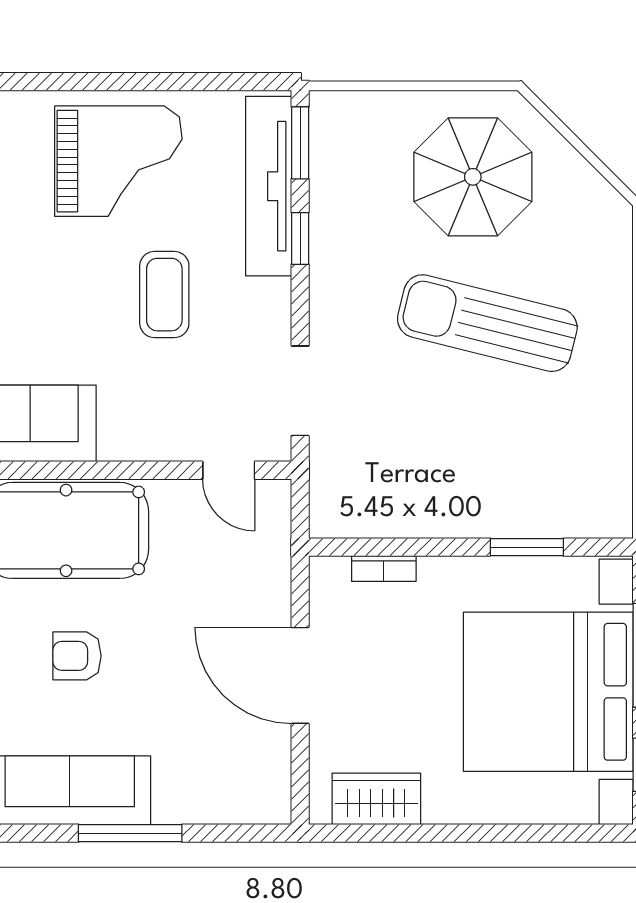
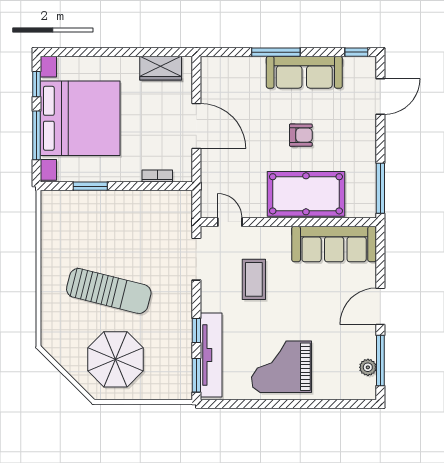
coffee table: (164, 295) -> (254, 279), moved

